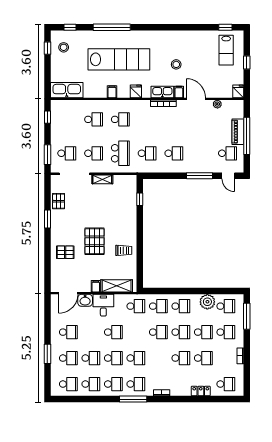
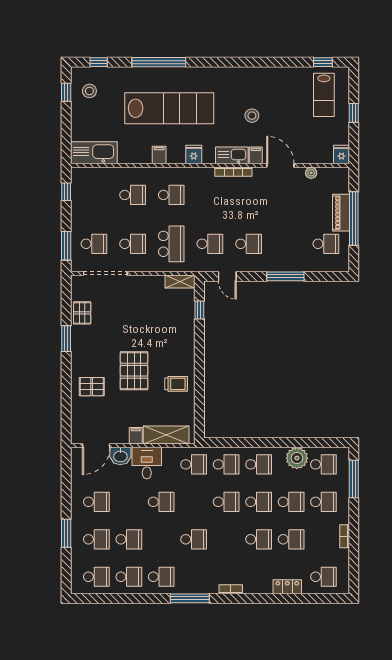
door: (228, 176) -> (227, 276), moved
shelving: (102, 179) -> (180, 281), moved
school desk: (113, 358) -> (161, 539), removed
school desk: (136, 384) -> (194, 577), removed

